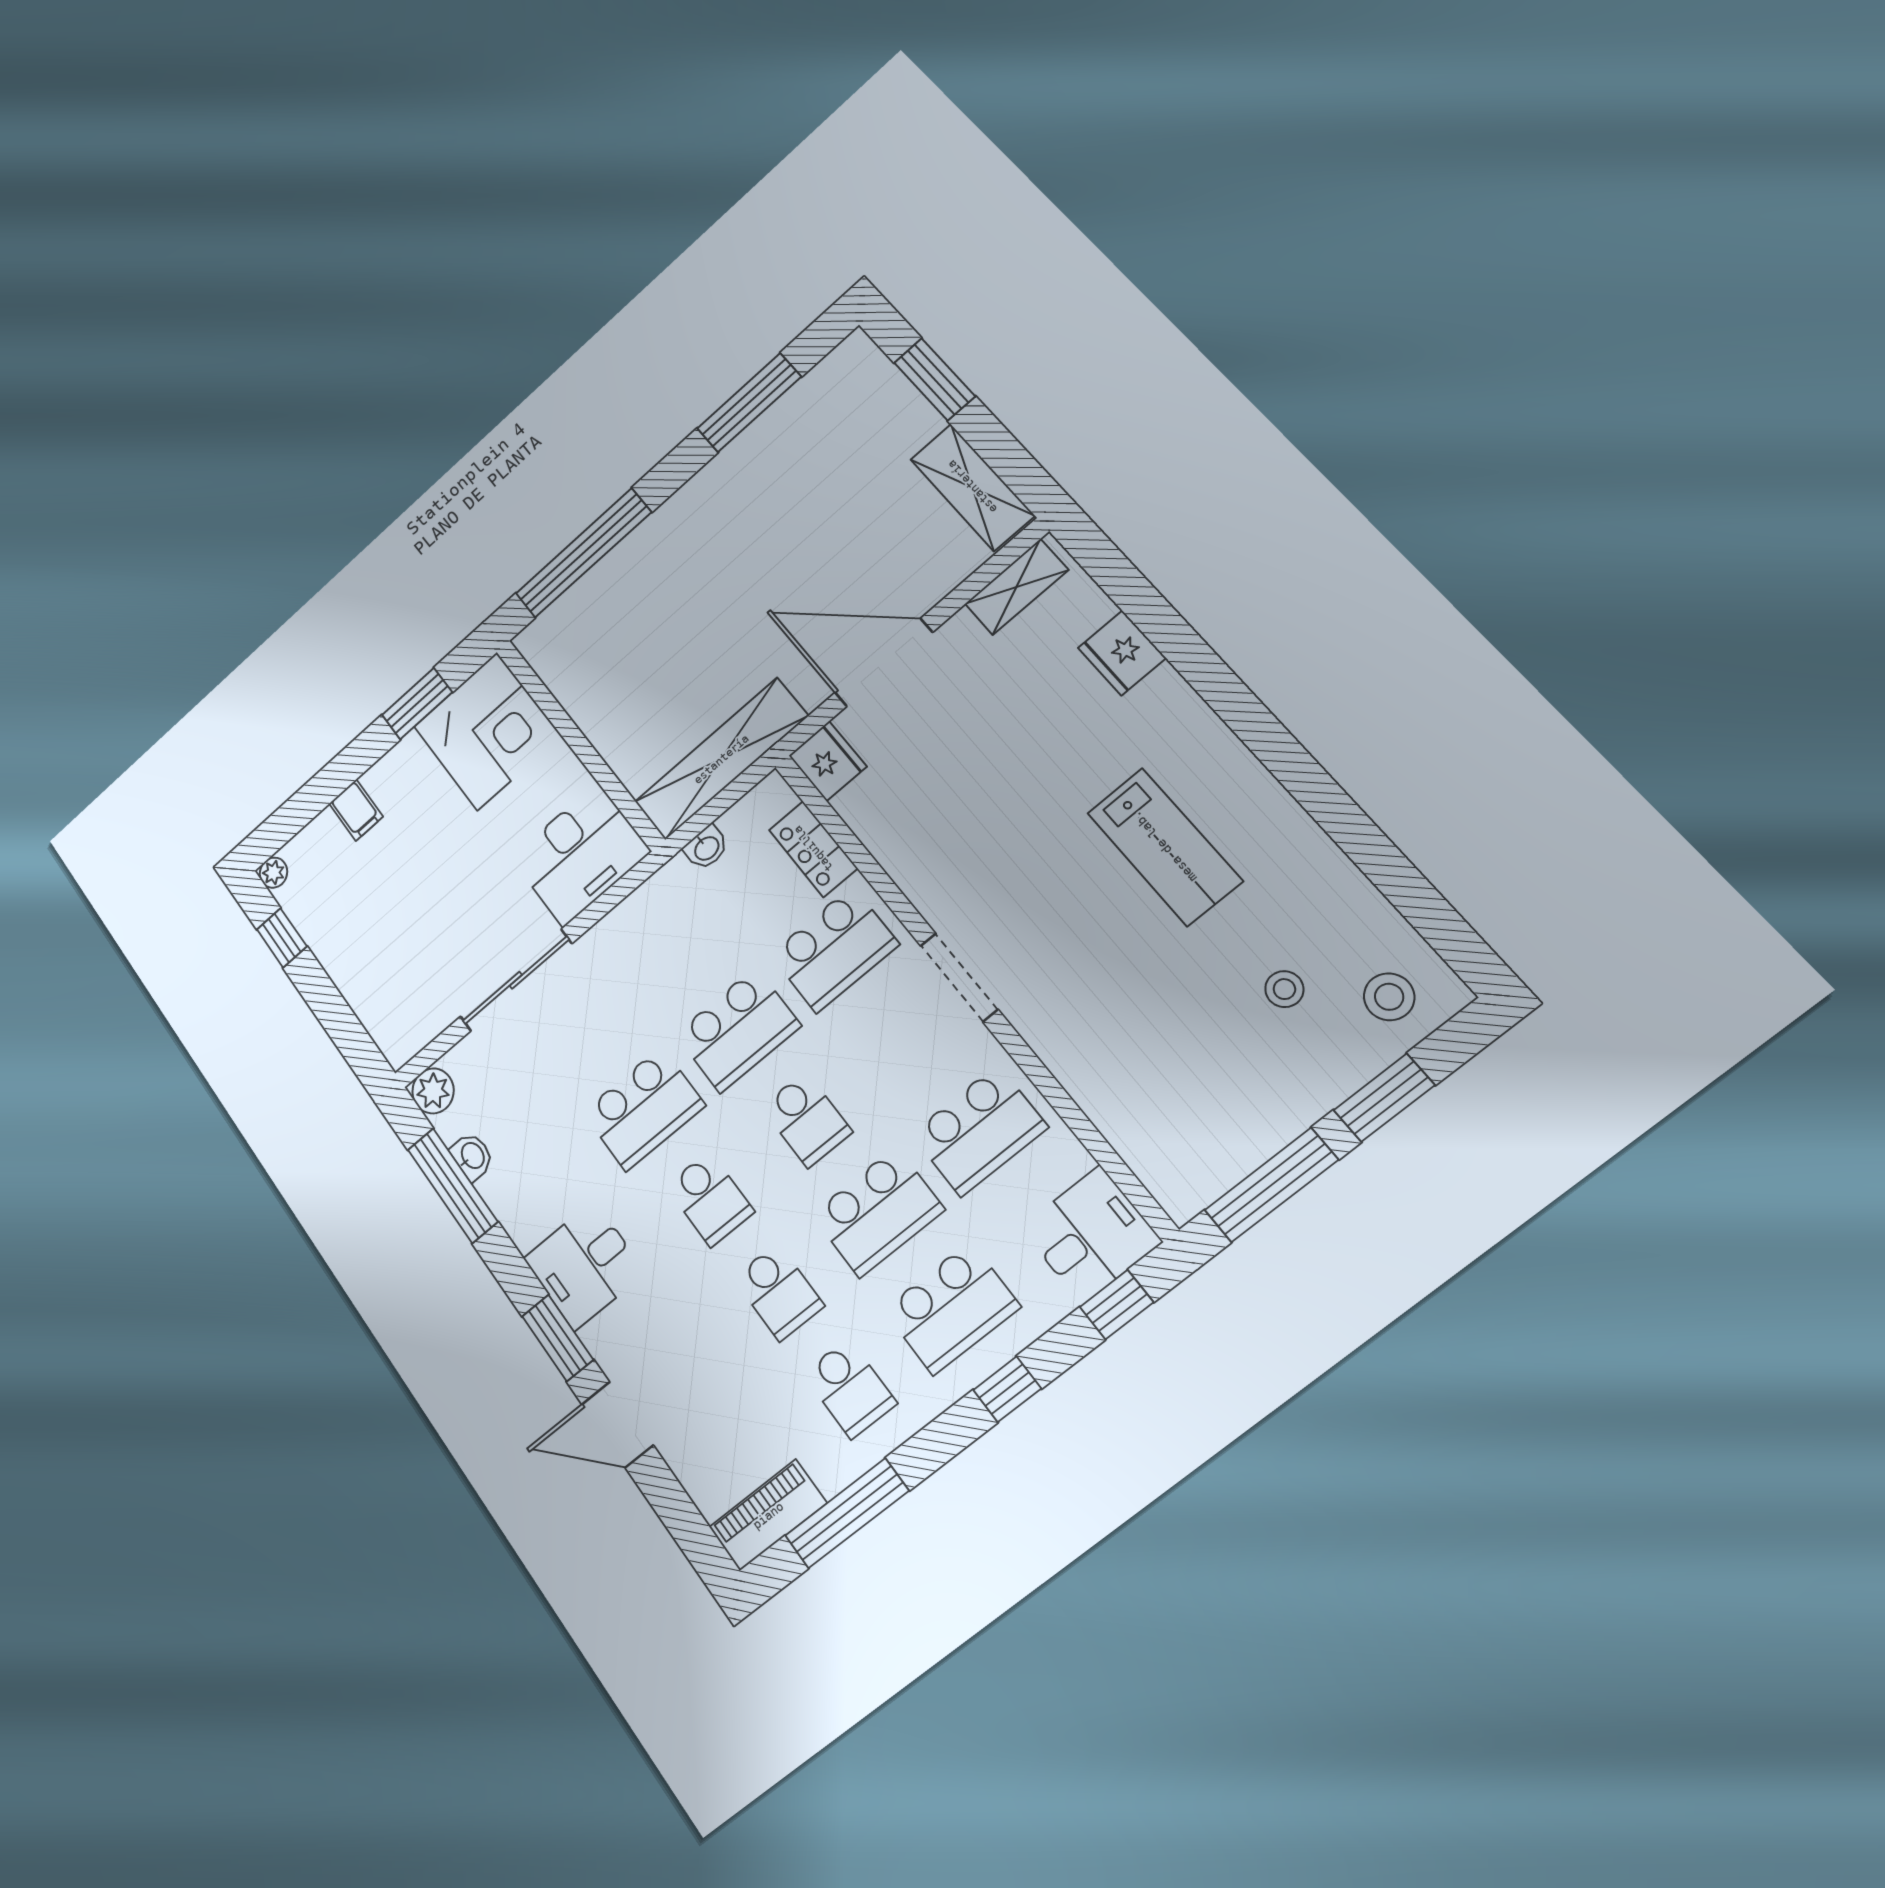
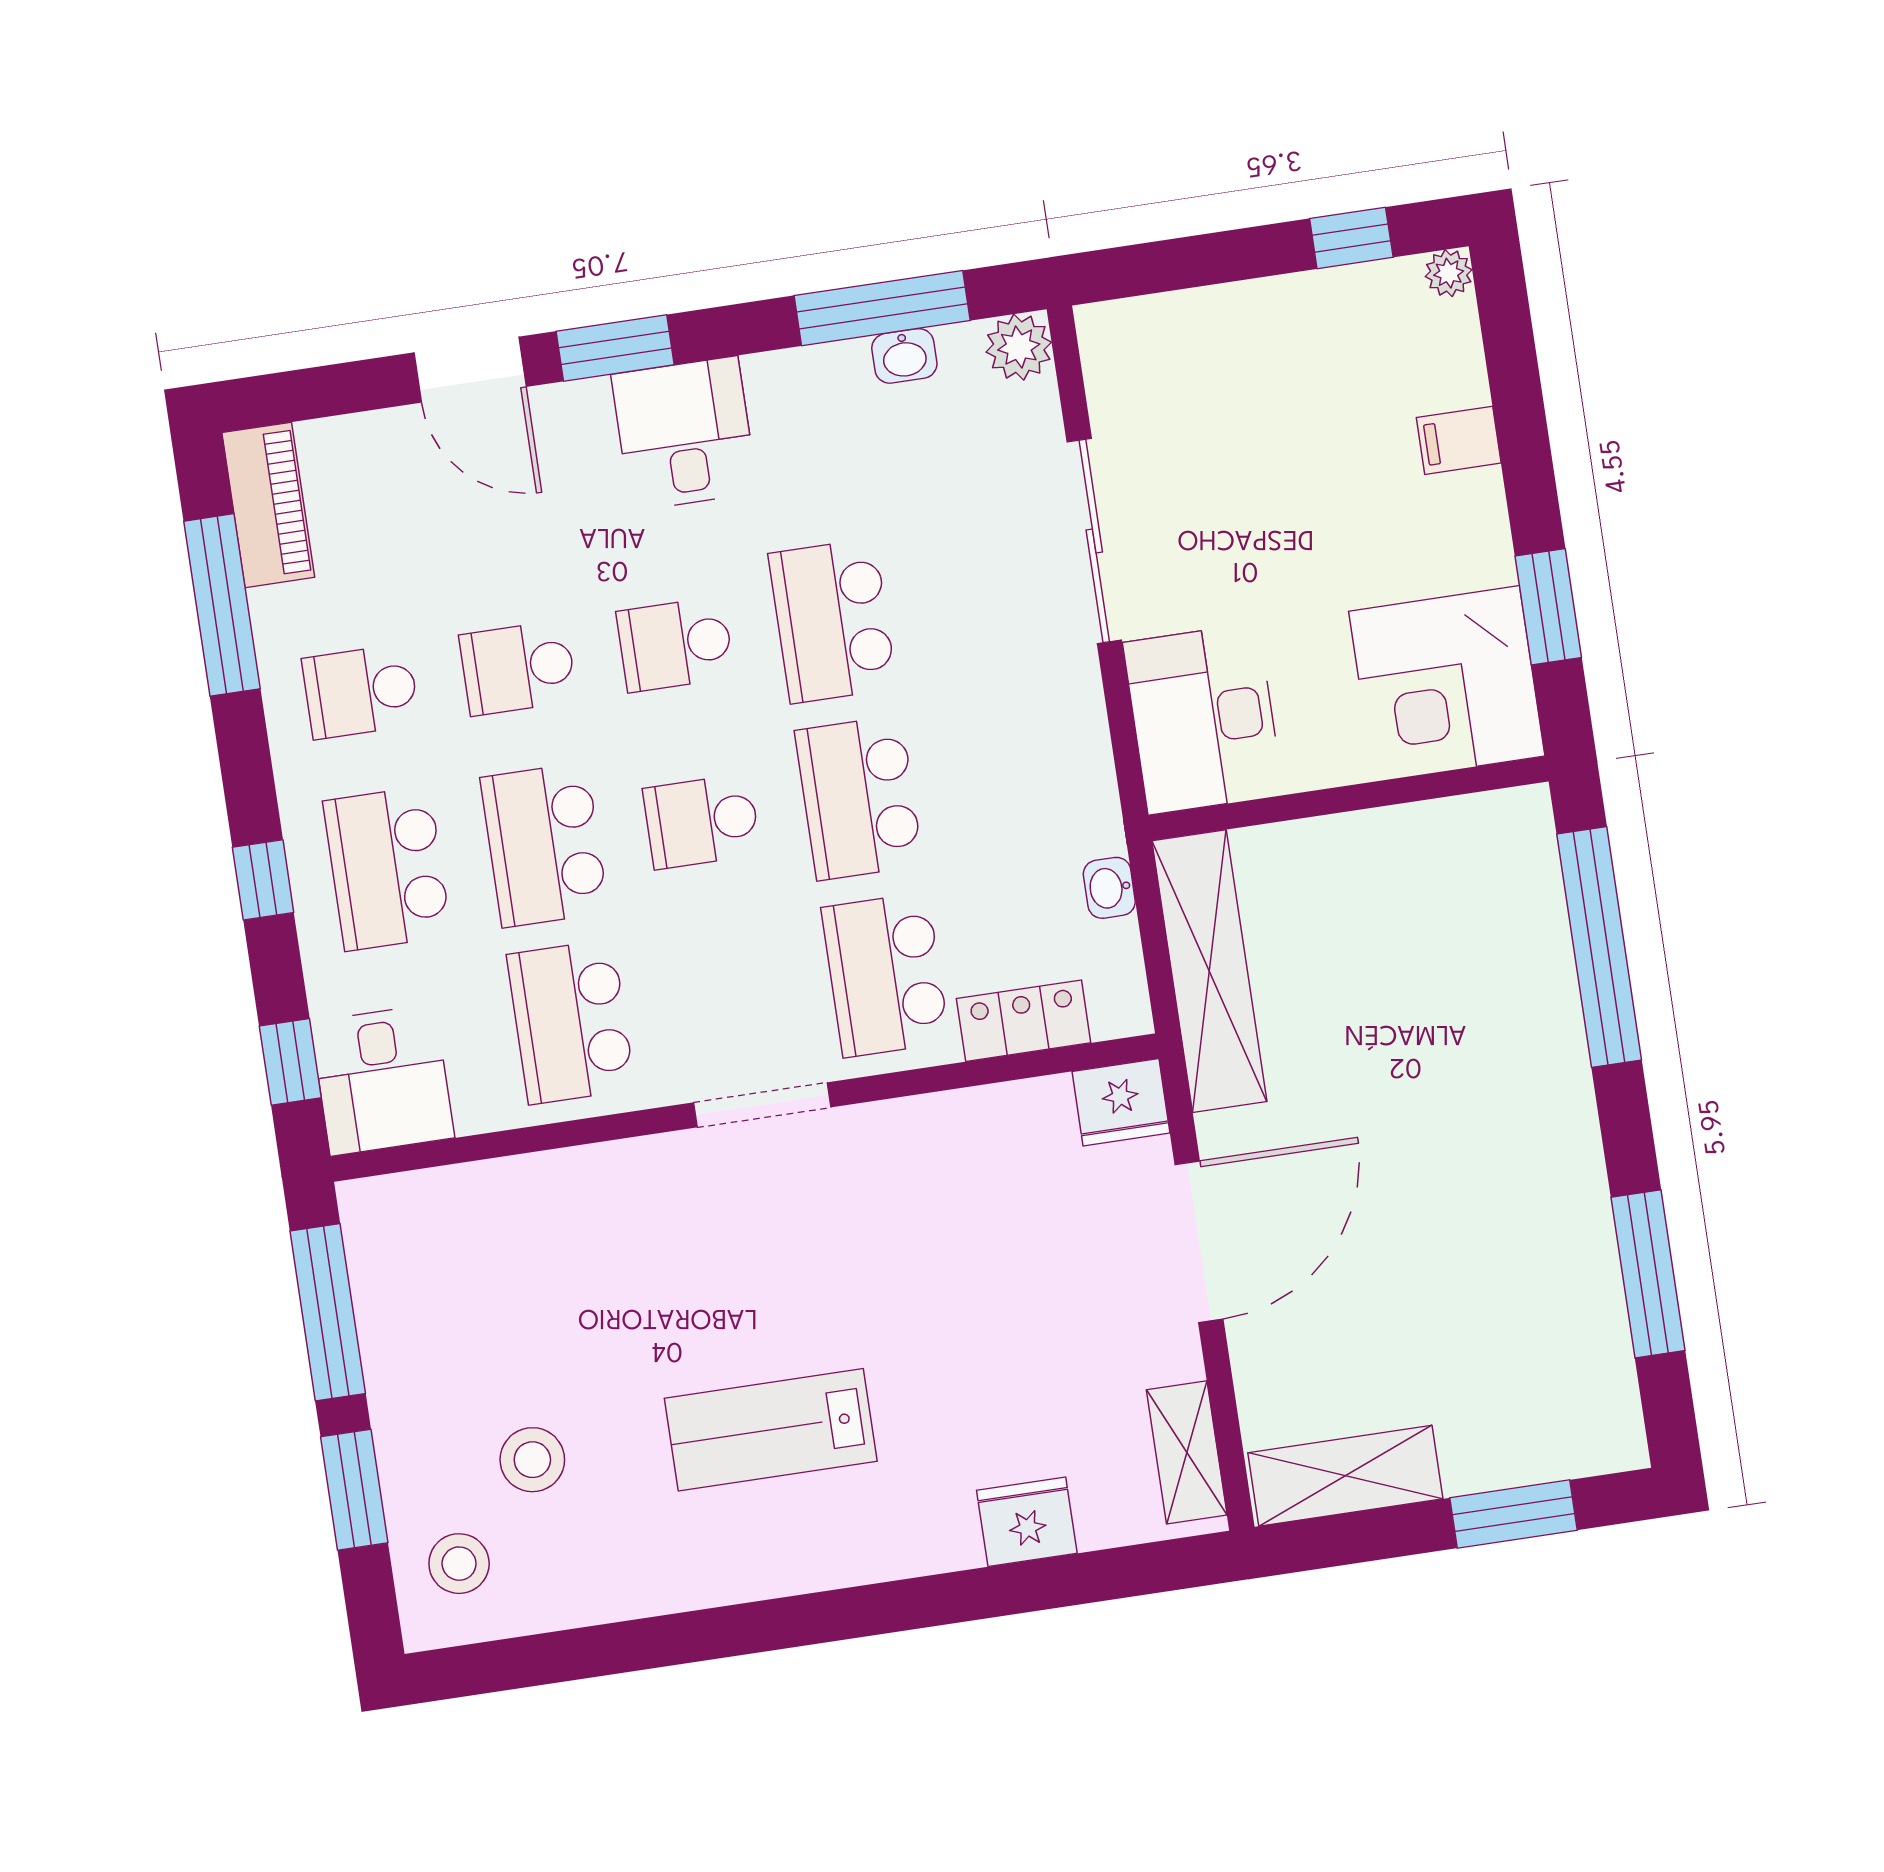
stool: (1284, 989) -> (532, 1460), width x1.37, depth x1.37
door: (617, 1425) -> (470, 370), swing flipped

